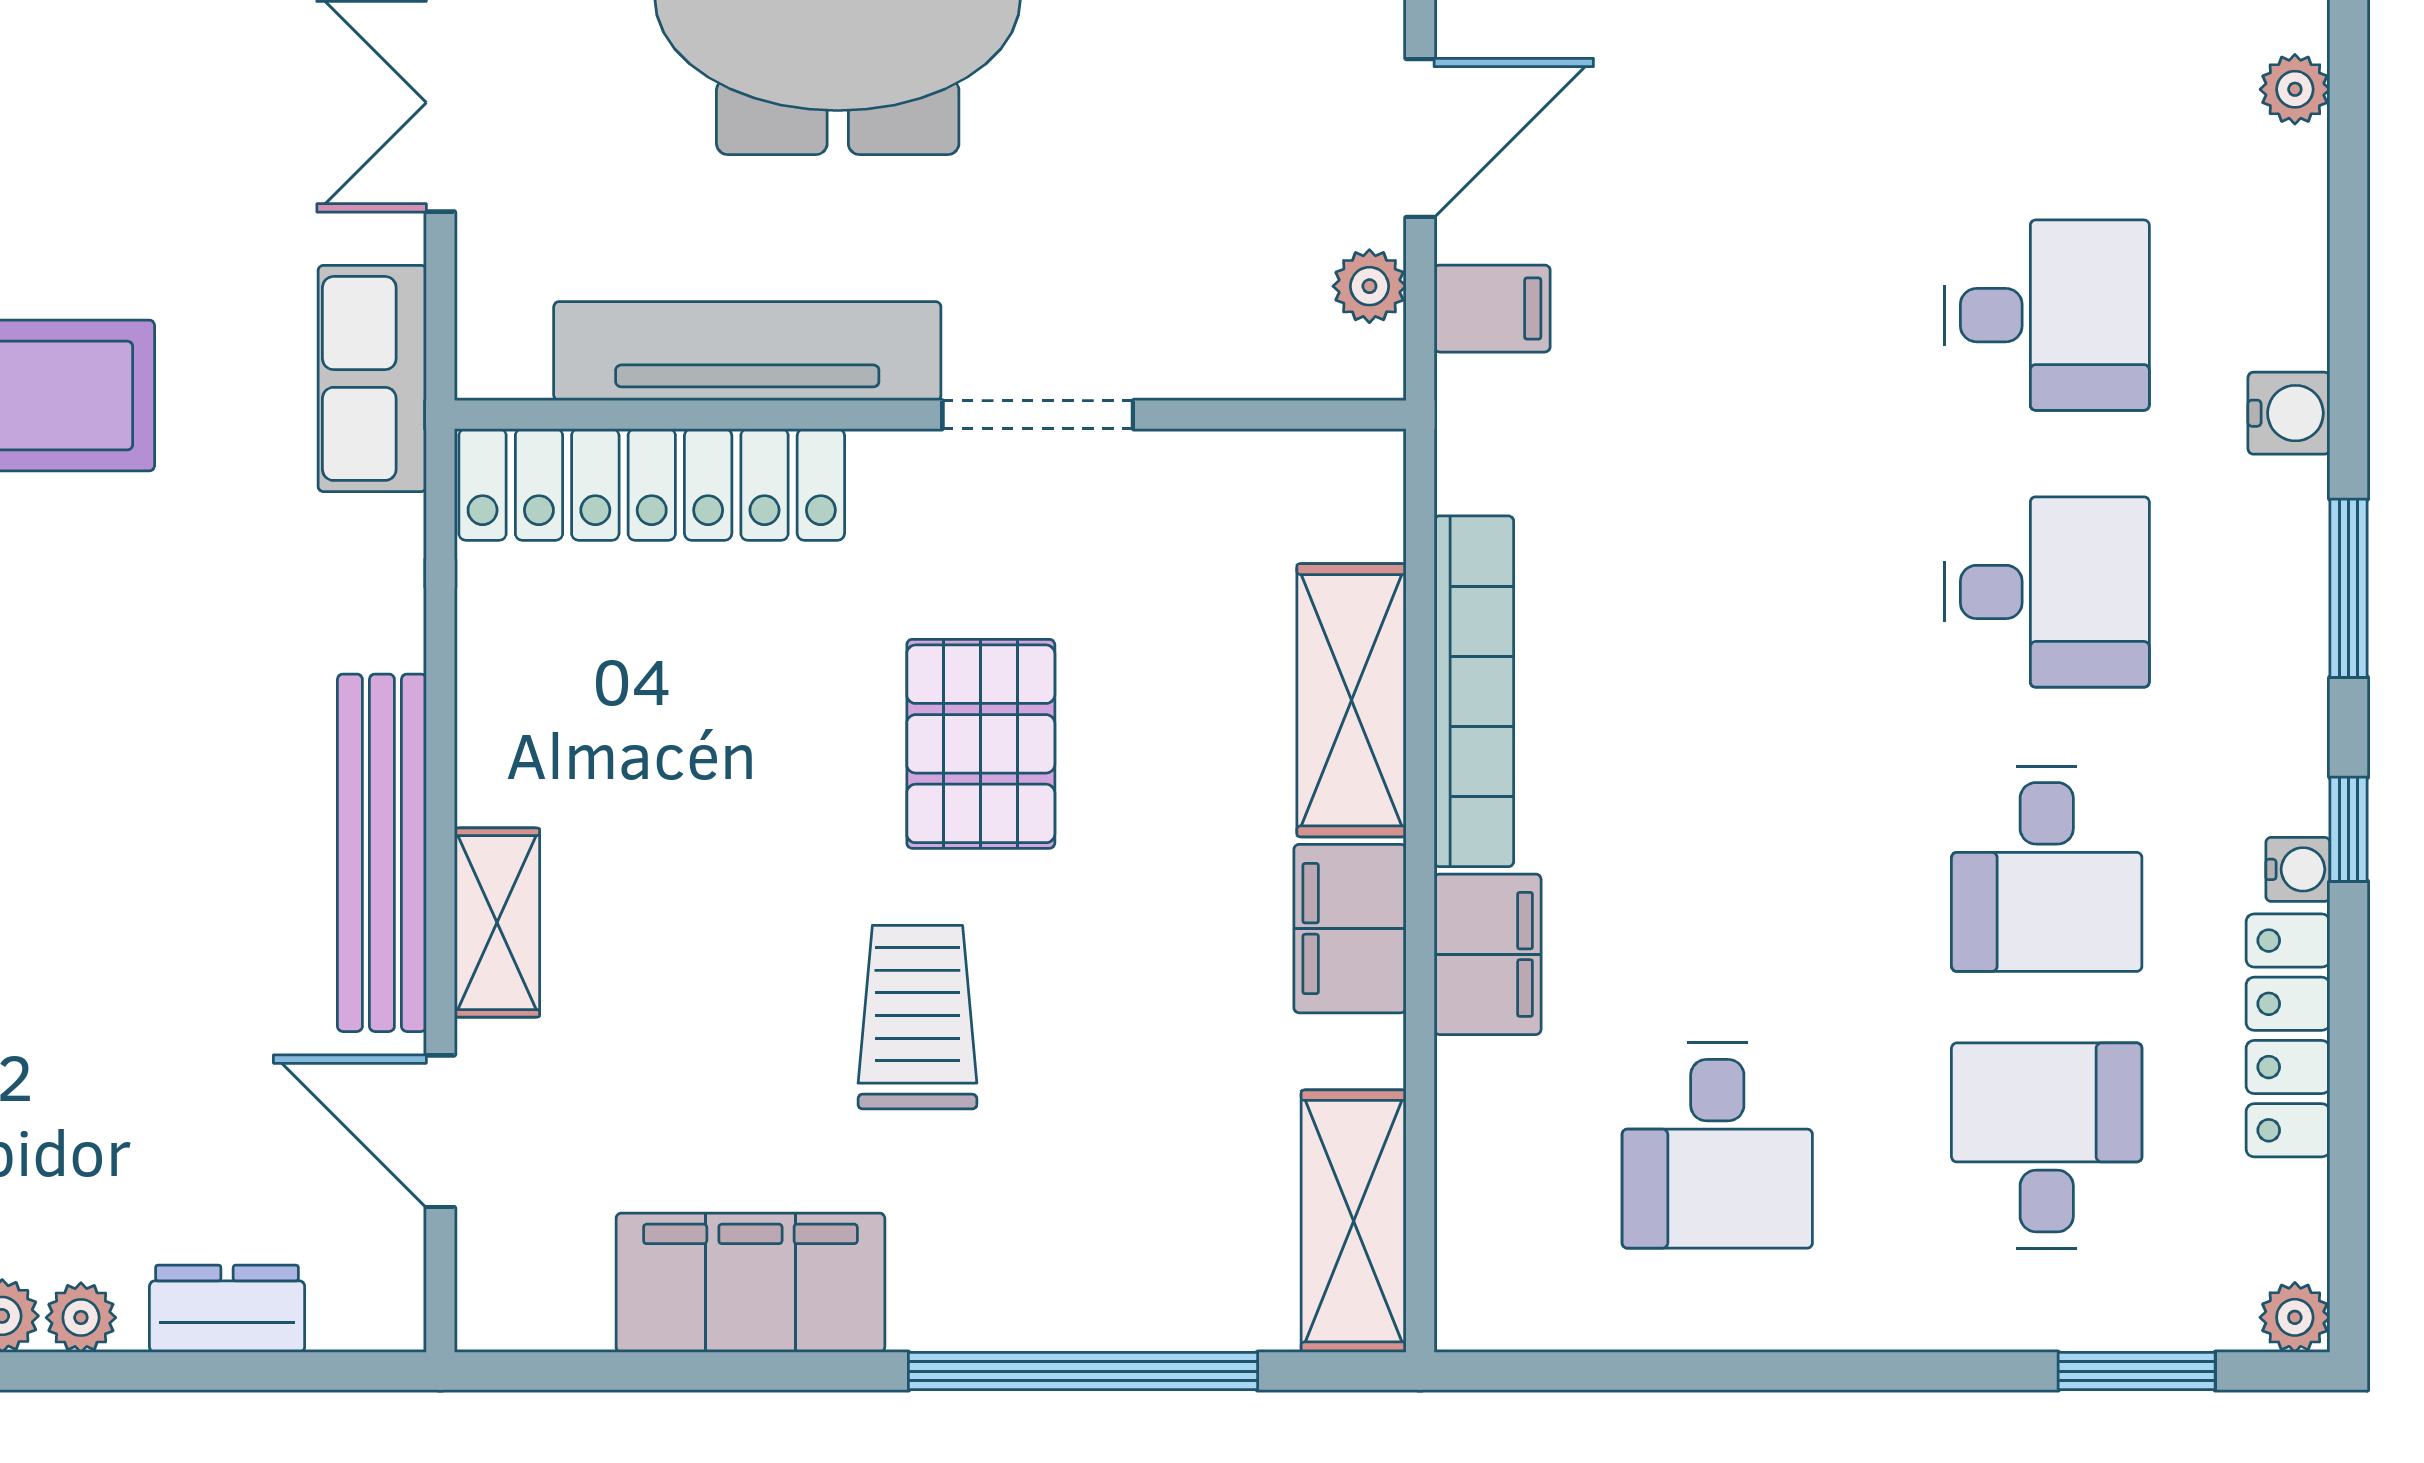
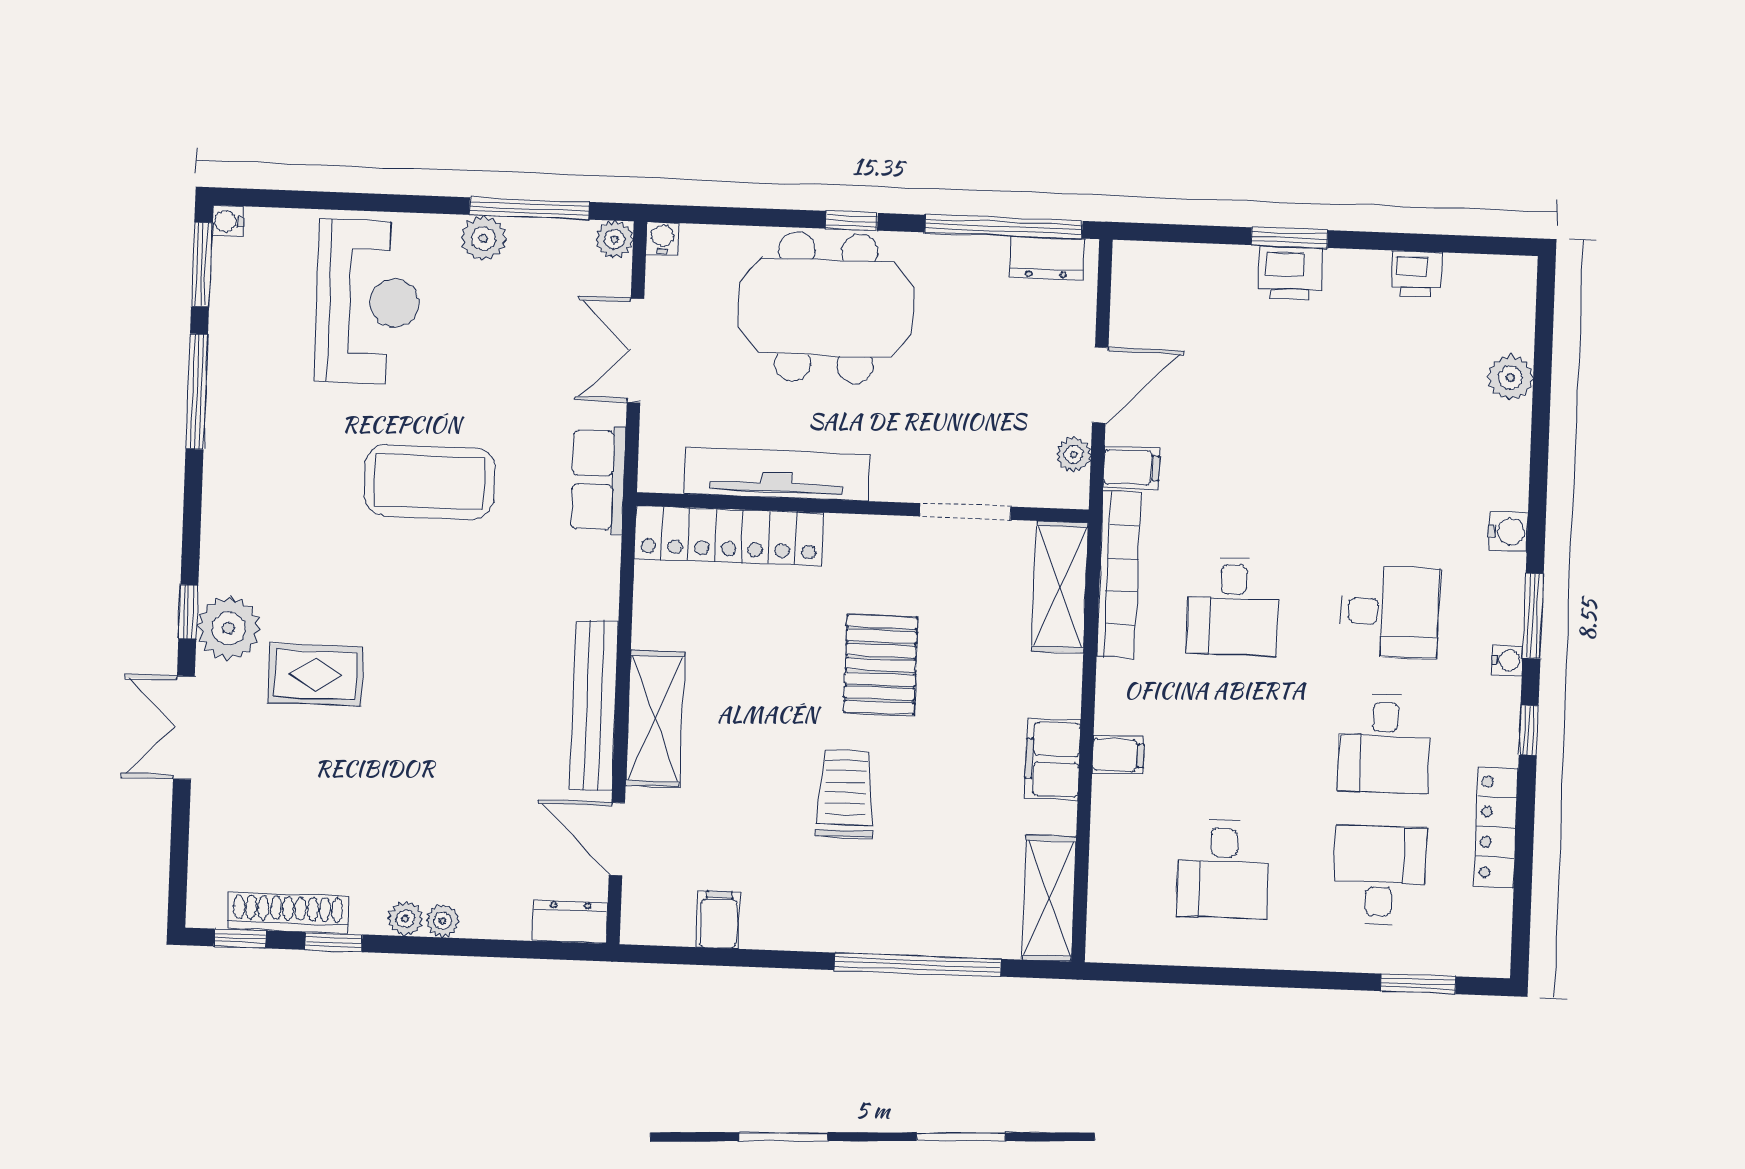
plant: (2295, 89) -> (1510, 378), width x1.38, depth x1.38
desk: (2047, 315) -> (1233, 606), moved, turned 90
doorway: (1038, 415) -> (965, 511), moved
bookcase: (1474, 691) -> (1119, 575), moved
shelving: (1351, 700) -> (1060, 587), moved
water cooler: (2298, 869) -> (1507, 660), moved
shelving: (497, 923) -> (655, 719), width x1.50, depth x1.33
filing cabinet: (1488, 954) -> (1118, 755), width x0.50
filing cabinet: (750, 1283) -> (719, 920), width x0.33, depth x0.86
dresser: (227, 1309) -> (570, 922), moved
plant: (2295, 1317) -> (1494, 961), removed

